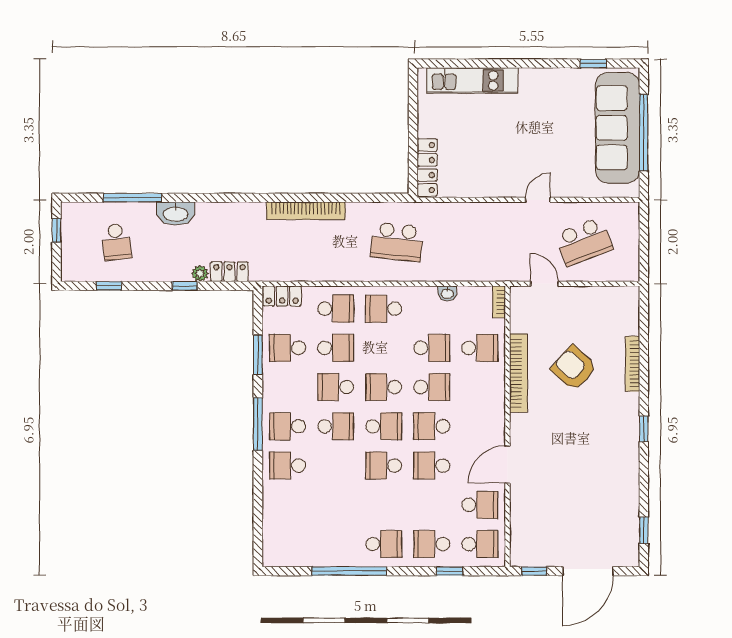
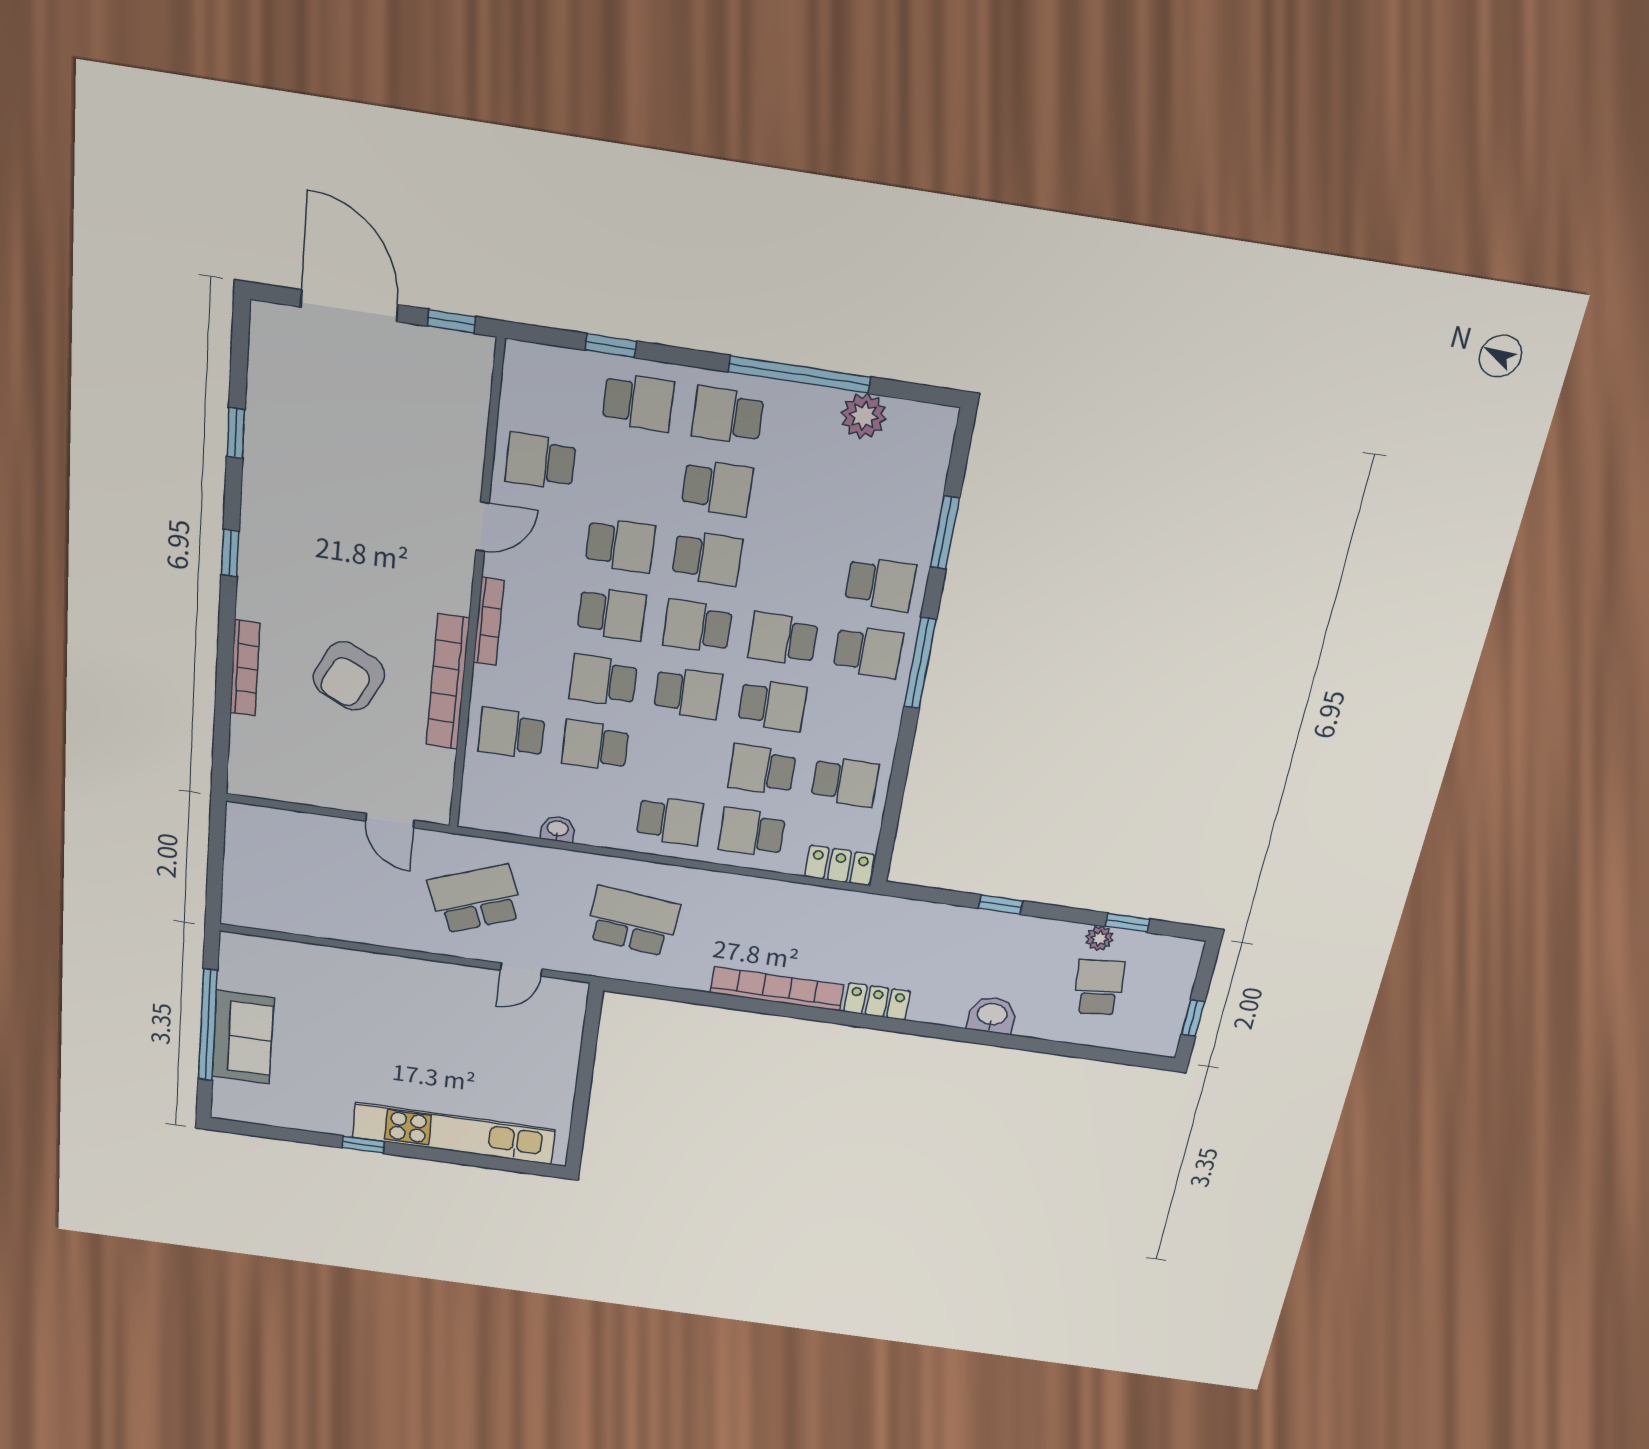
window: (593, 64) -> (363, 1145), moved
kitchen unit: (472, 81) -> (454, 1133), width x1.36
sofa: (617, 128) -> (243, 1037), width x0.54, depth x0.79
locker: (427, 168) -> (568, 1024), removed
window: (132, 198) -> (1057, 1048), removed
door: (538, 200) -> (521, 969), moved
washbasin: (176, 214) -> (992, 1015), width x0.72
school desk: (584, 242) -> (475, 899), moved
locker: (229, 272) -> (877, 1001), moved, turned 180
plant: (200, 273) -> (1099, 938), moved
bookcase: (499, 302) -> (489, 621), moved, width x1.56
window: (258, 355) -> (945, 532), moved
armchair: (574, 368) -> (349, 676), turned 74
door: (507, 465) -> (483, 527), width x0.73
window: (644, 530) -> (236, 433), moved
school desk: (480, 544) -> (717, 488), moved, turned 180
plant: (312, 555) -> (864, 416), added
door: (588, 571) -> (349, 306), hinge flipped

